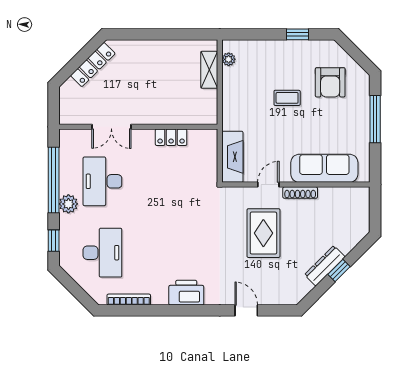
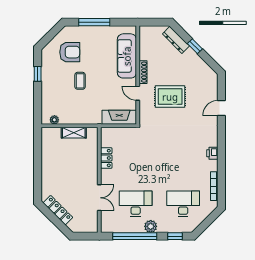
shelving: (209, 70) -> (74, 133), moved
desk: (102, 181) -> (136, 204), turned 180
dresser: (325, 266) -> (176, 40), moved
printer: (186, 293) -> (212, 153), width x0.53, depth x0.68

